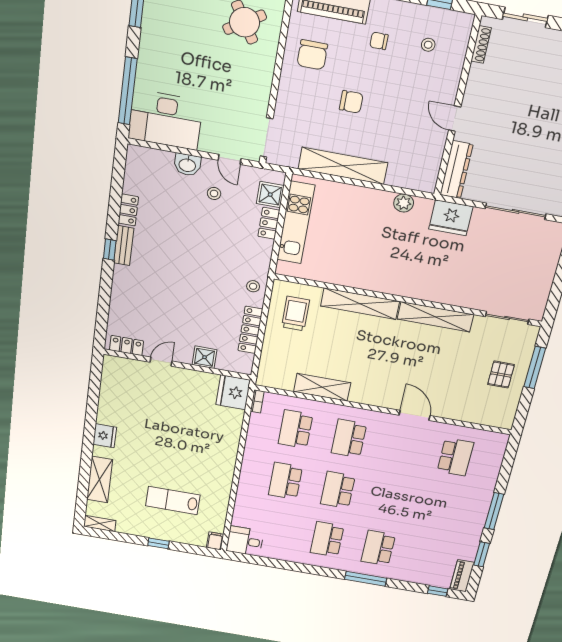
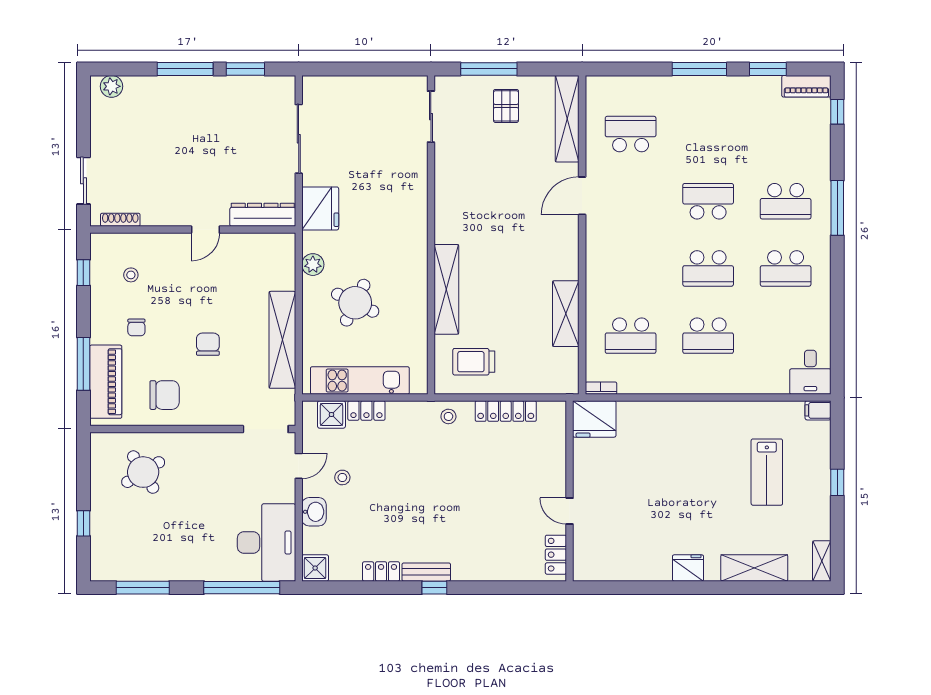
round table: (363, 231) -> (355, 303), added
shelving: (435, 317) -> (567, 119), moved
shower: (205, 357) -> (315, 568), moved
pallet: (501, 374) -> (506, 106), turned 90
school desk: (349, 438) -> (708, 201), moved, turned 180

